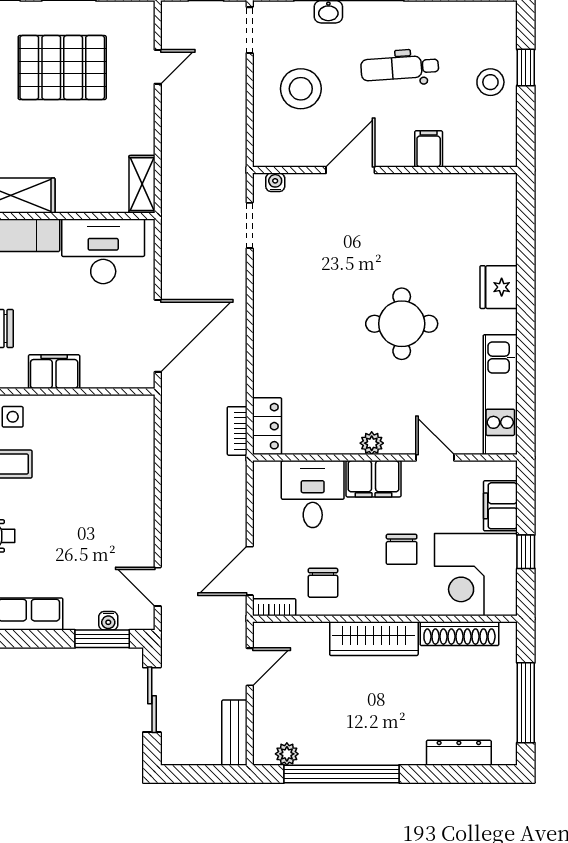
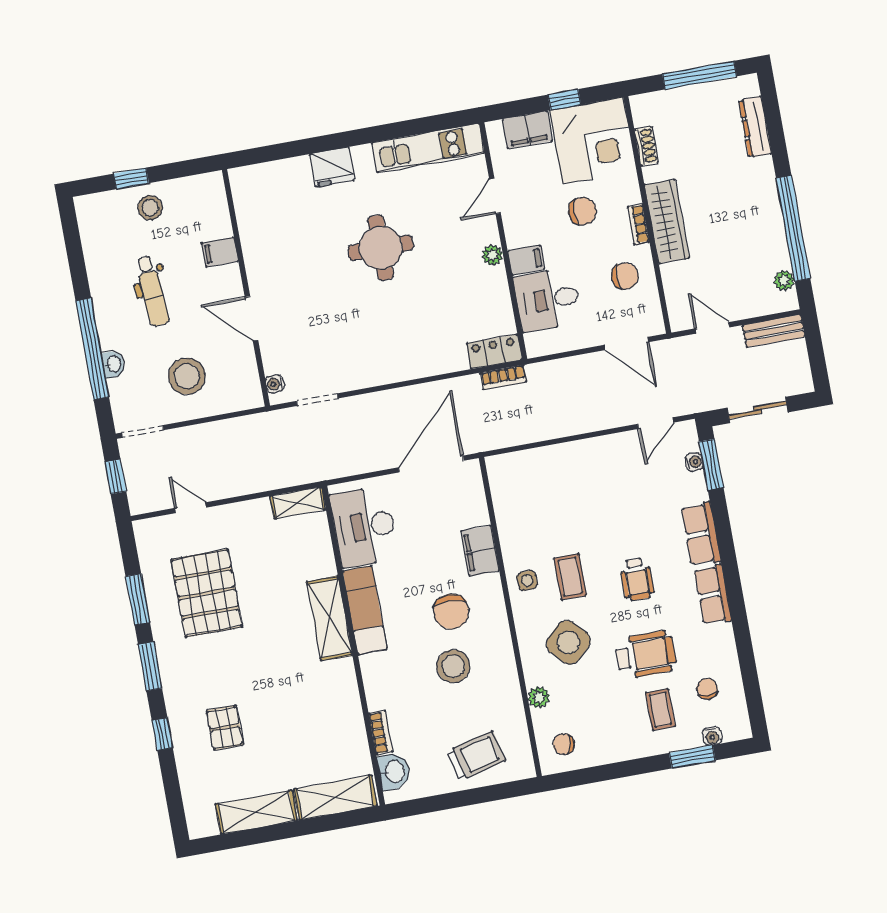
door: (158, 336) -> (431, 464), hinge flipped
filing cabinet: (374, 479) -> (526, 260), width x0.50
bookcase: (274, 607) -> (638, 224), moved
shoe rack: (459, 634) -> (646, 146), width x0.51, depth x0.81

